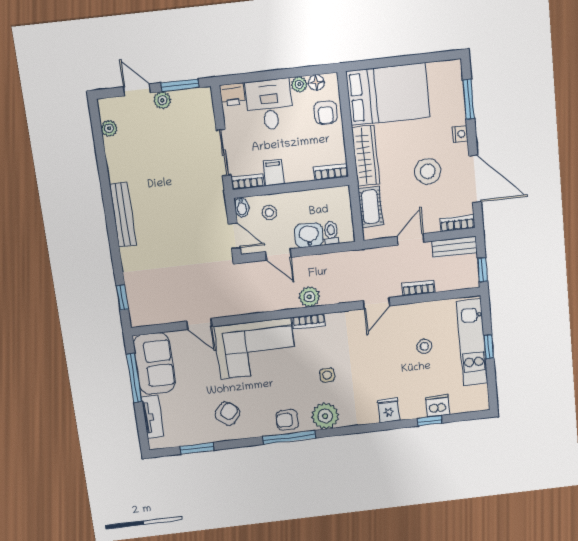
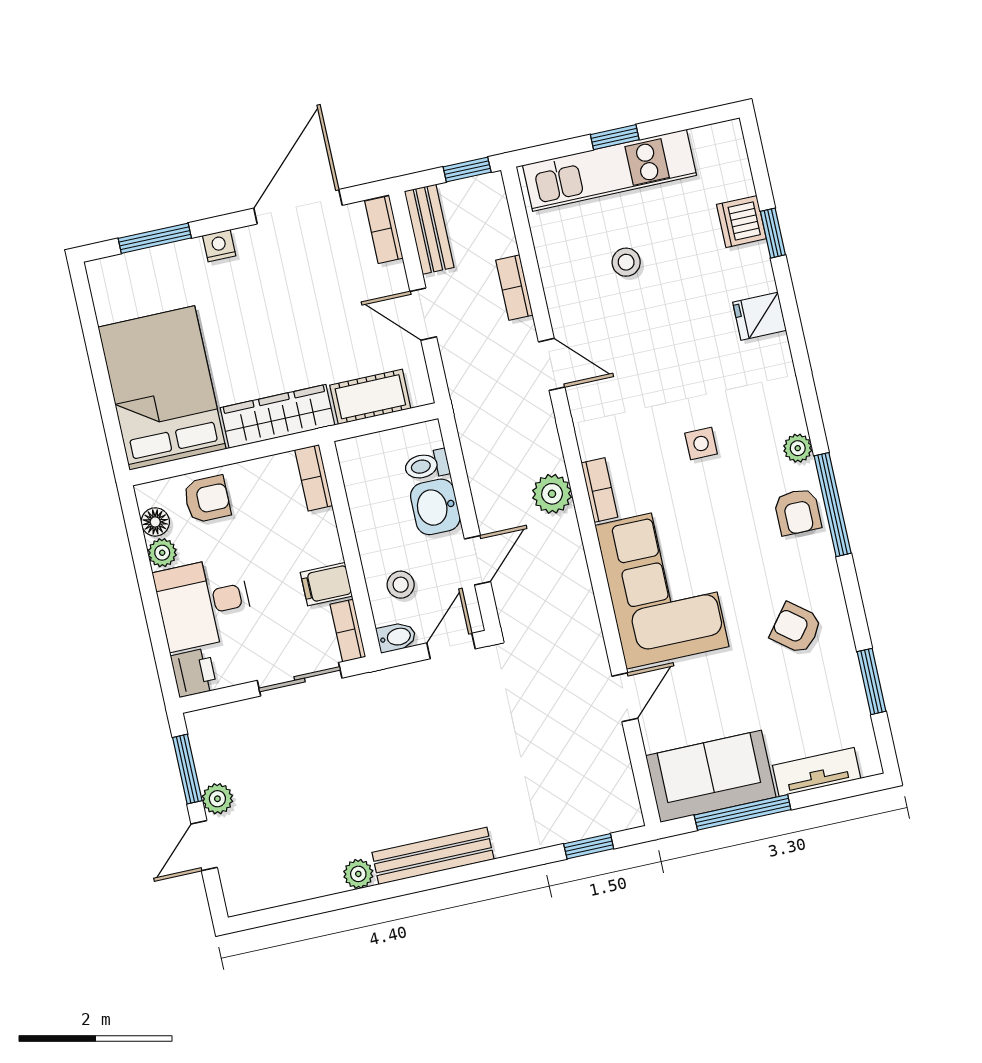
plant: (109, 128) -> (358, 874), moved
stool: (428, 171) -> (293, 298), removed
plant: (325, 416) -> (798, 448), width x0.53, depth x0.53

